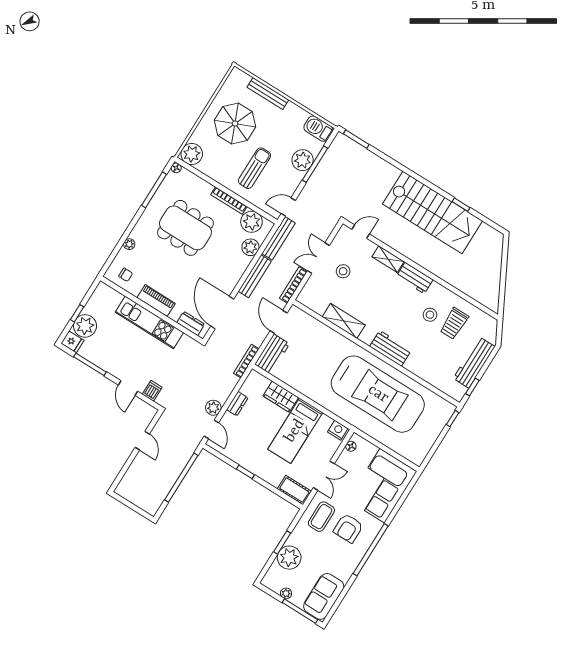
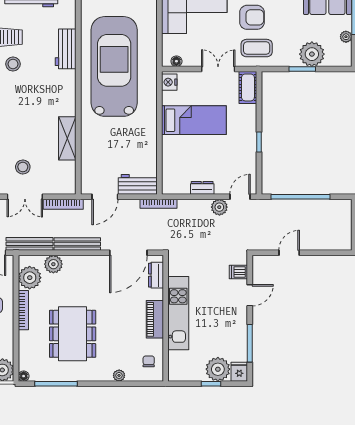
workbench: (390, 348) -> (66, 49), moved
wardrobe: (281, 397) -> (171, 152), removed

